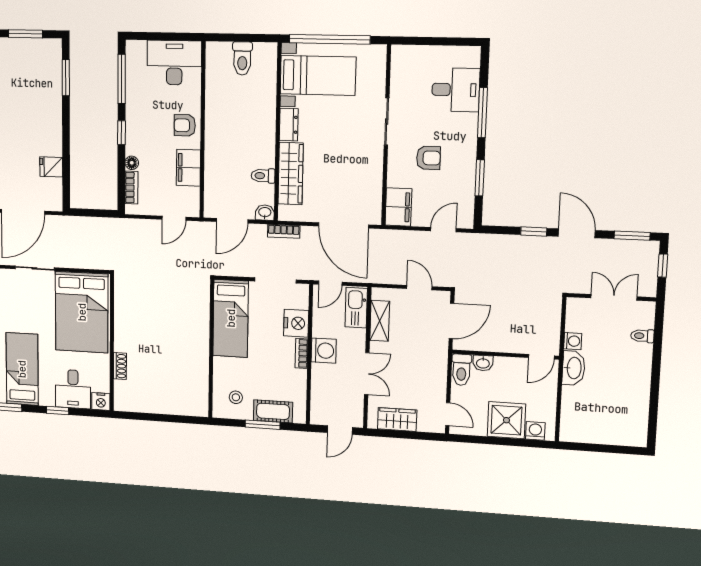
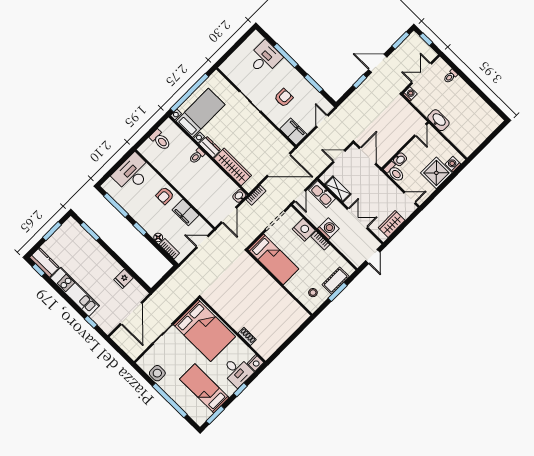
toilet: (263, 176) -> (197, 156), moved
door: (174, 218) -> (202, 242), swing flipped
washing machine: (573, 341) -> (410, 94), moved

